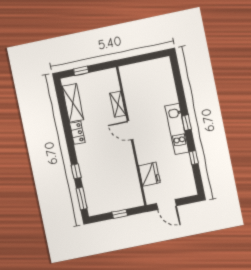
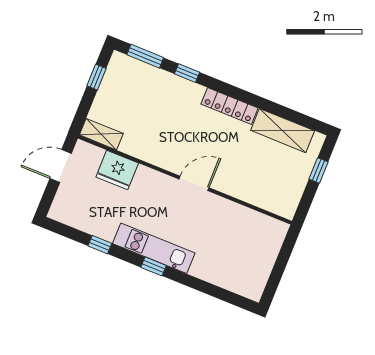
shelving: (118, 104) -> (101, 134), moved
locker: (77, 133) -> (229, 106), width x1.53
window: (120, 214) -> (97, 77), moved

